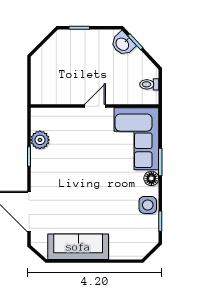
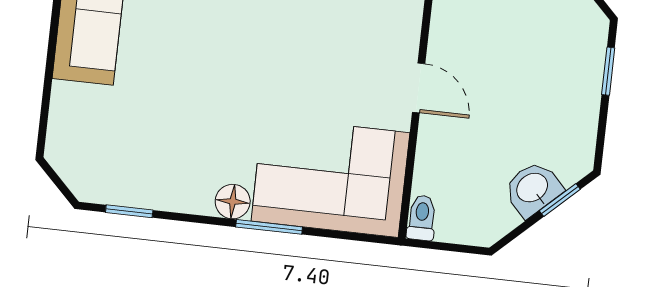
washbasin: (123, 44) -> (533, 189), moved
toilet: (149, 84) -> (422, 218), moved
side table: (148, 205) -> (171, 186), removed

